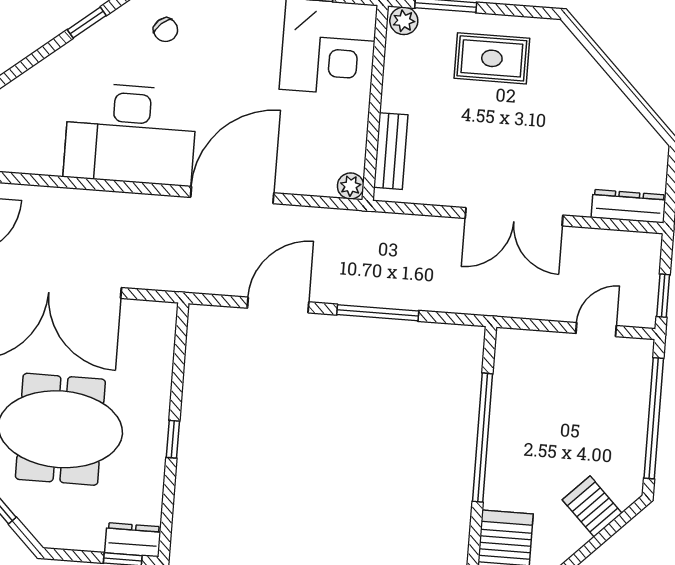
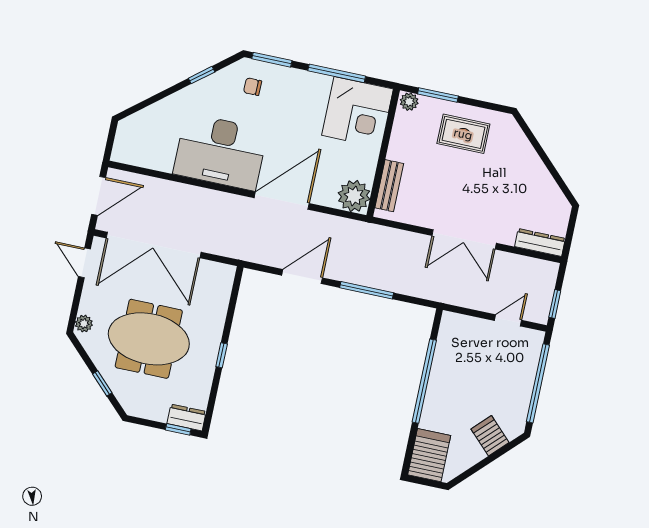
chair: (166, 30) -> (253, 87), turned 131
plant: (351, 186) -> (354, 196), width x1.87, depth x1.87

